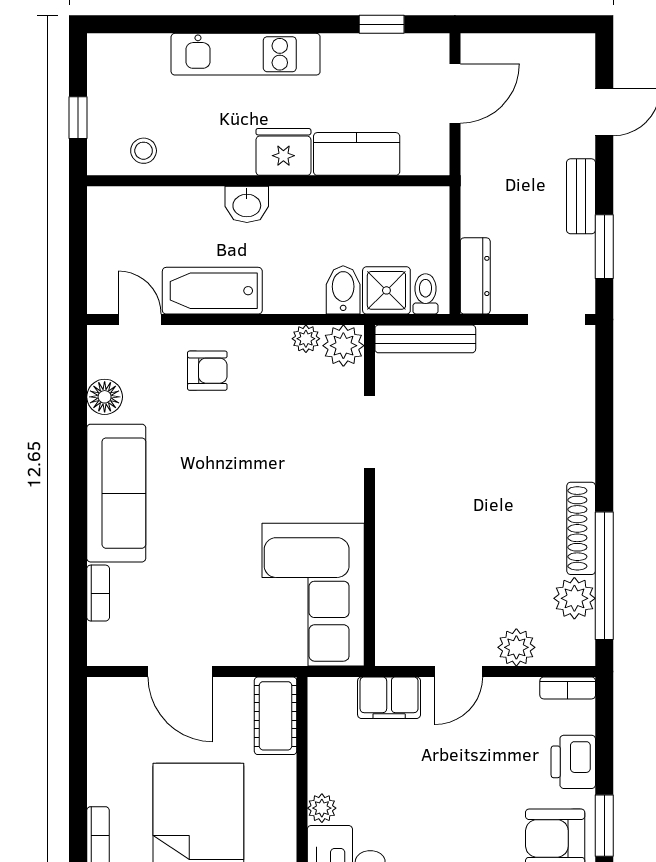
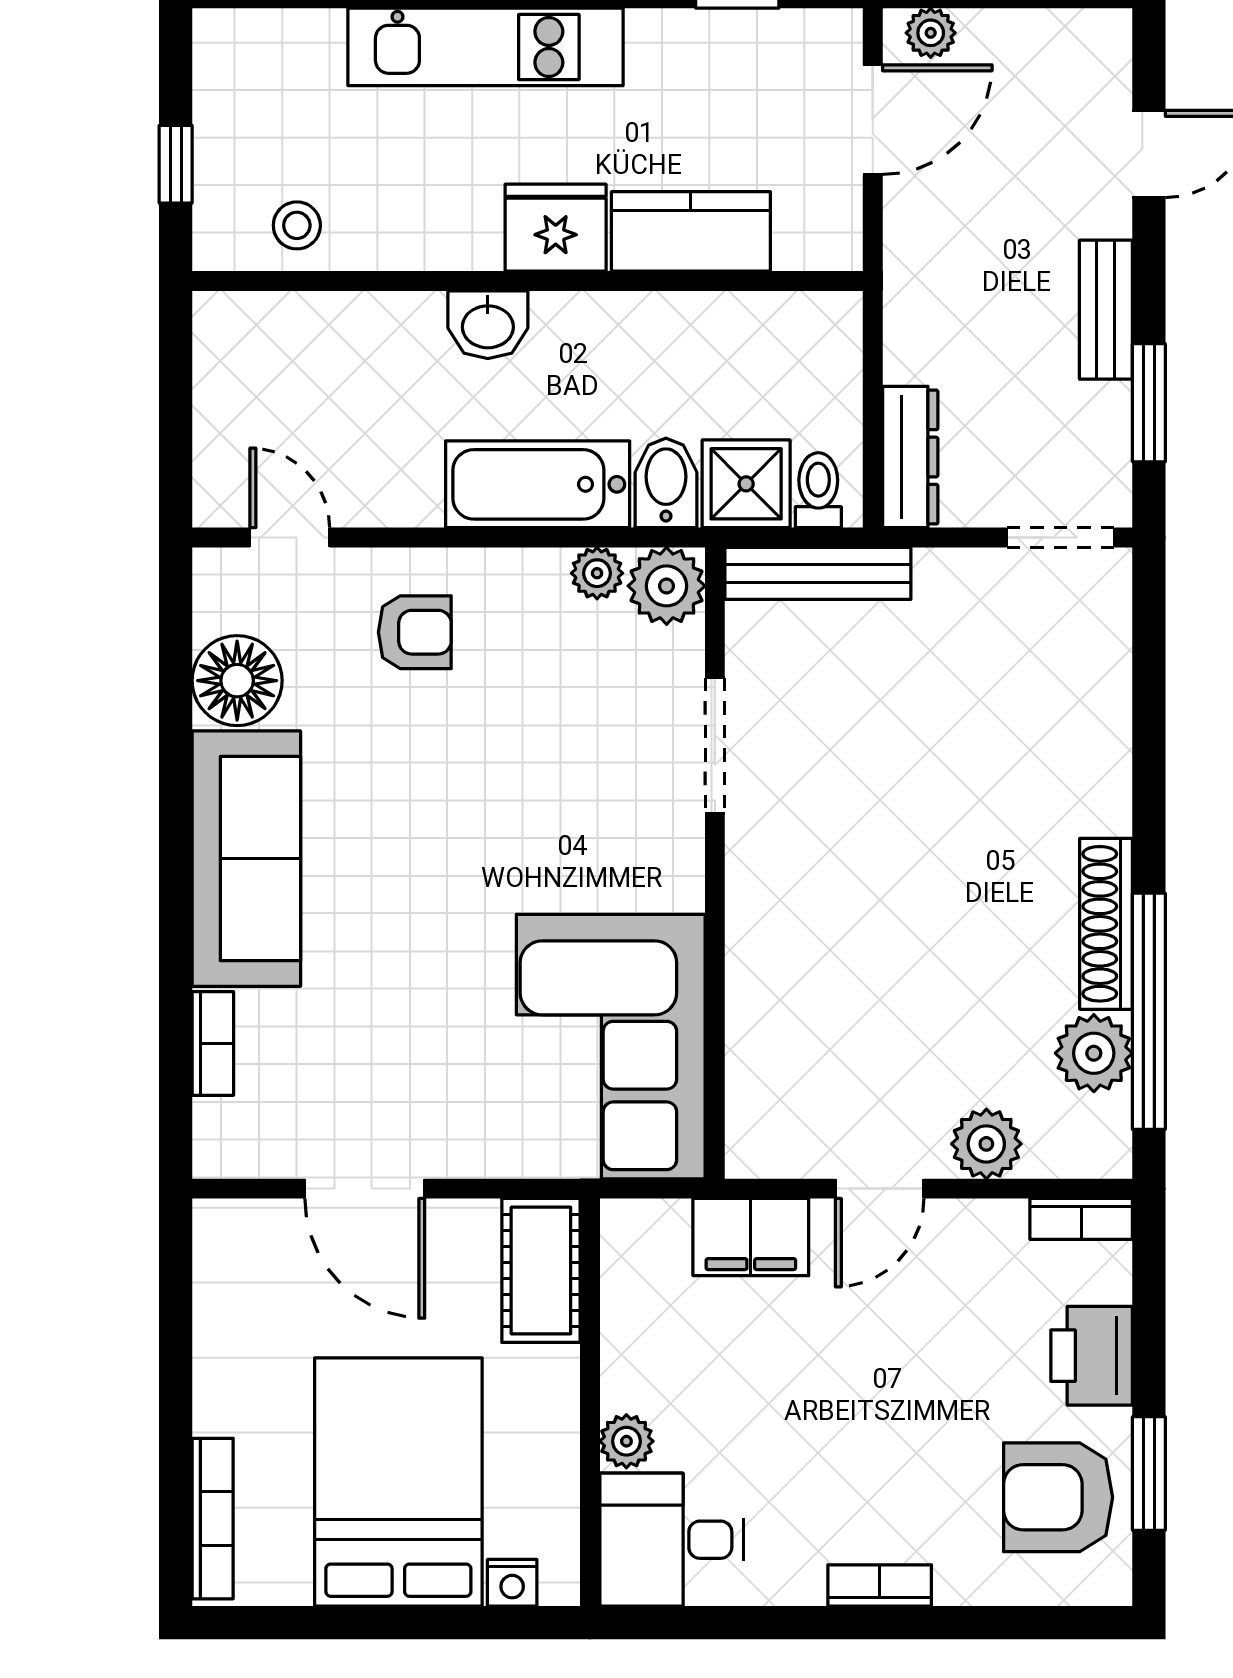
plant: (486, 47) -> (931, 33), added
bathtub: (212, 291) -> (538, 484), moved
floor lamp: (105, 397) -> (237, 681), width x1.38, depth x1.38

